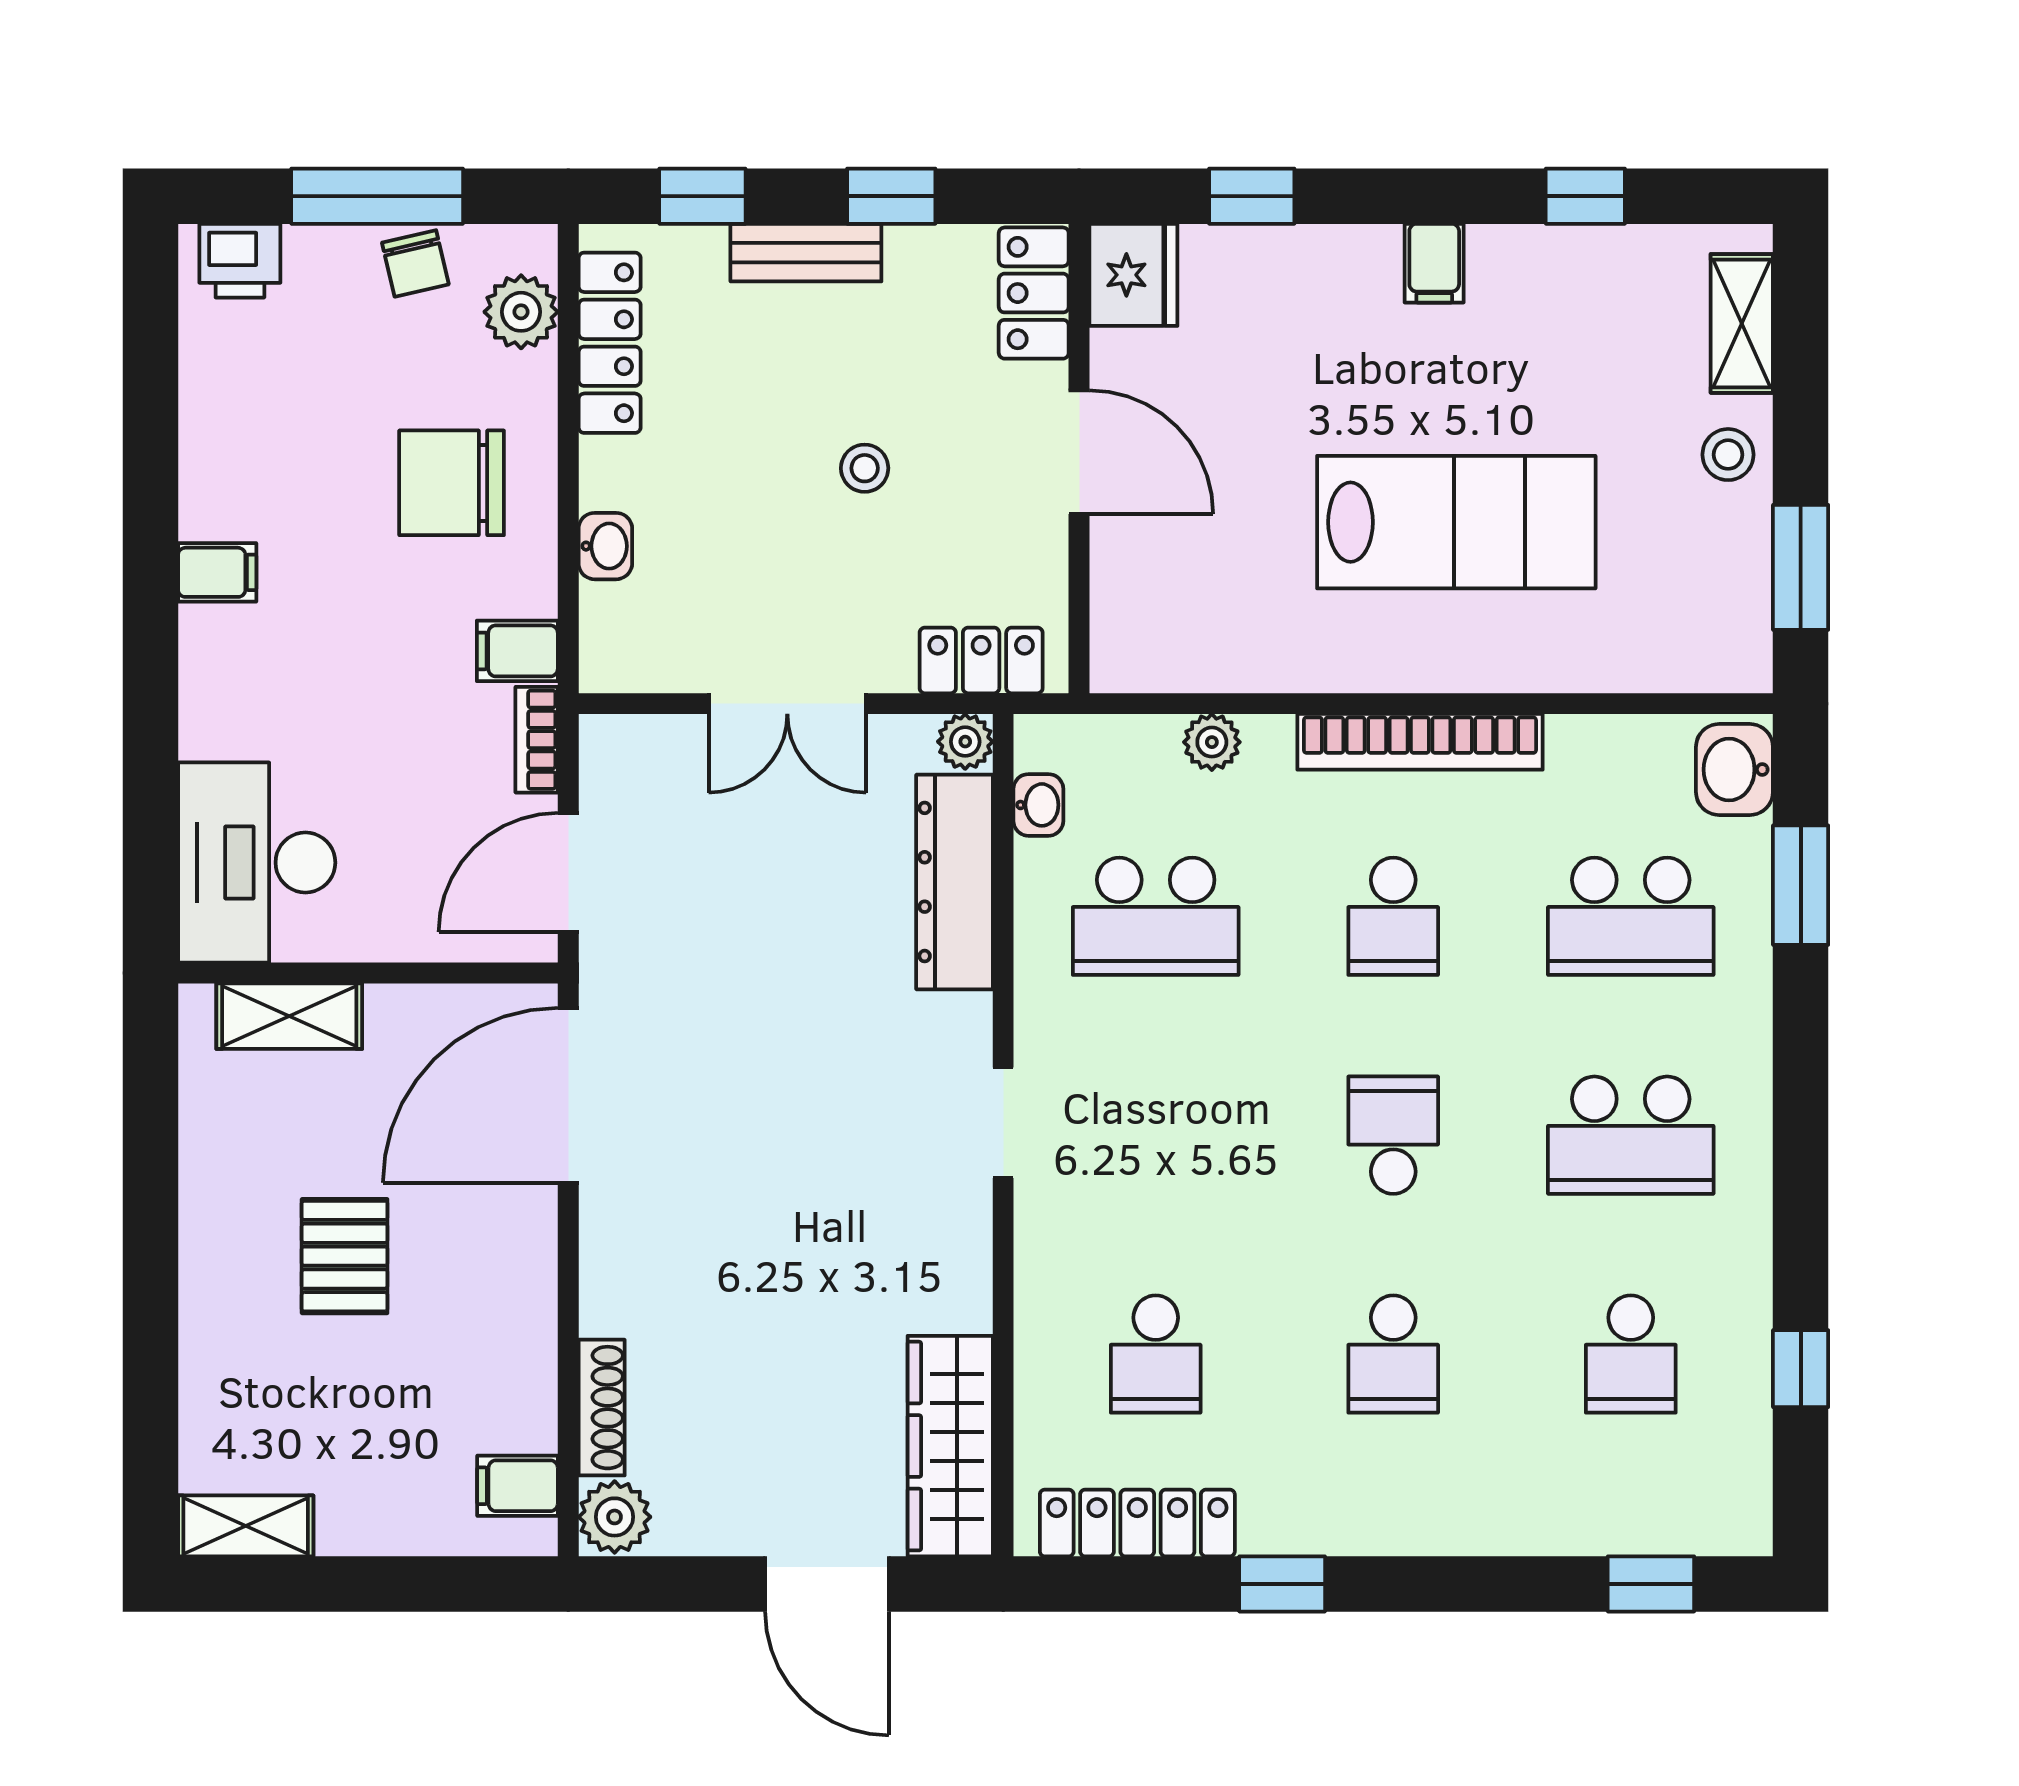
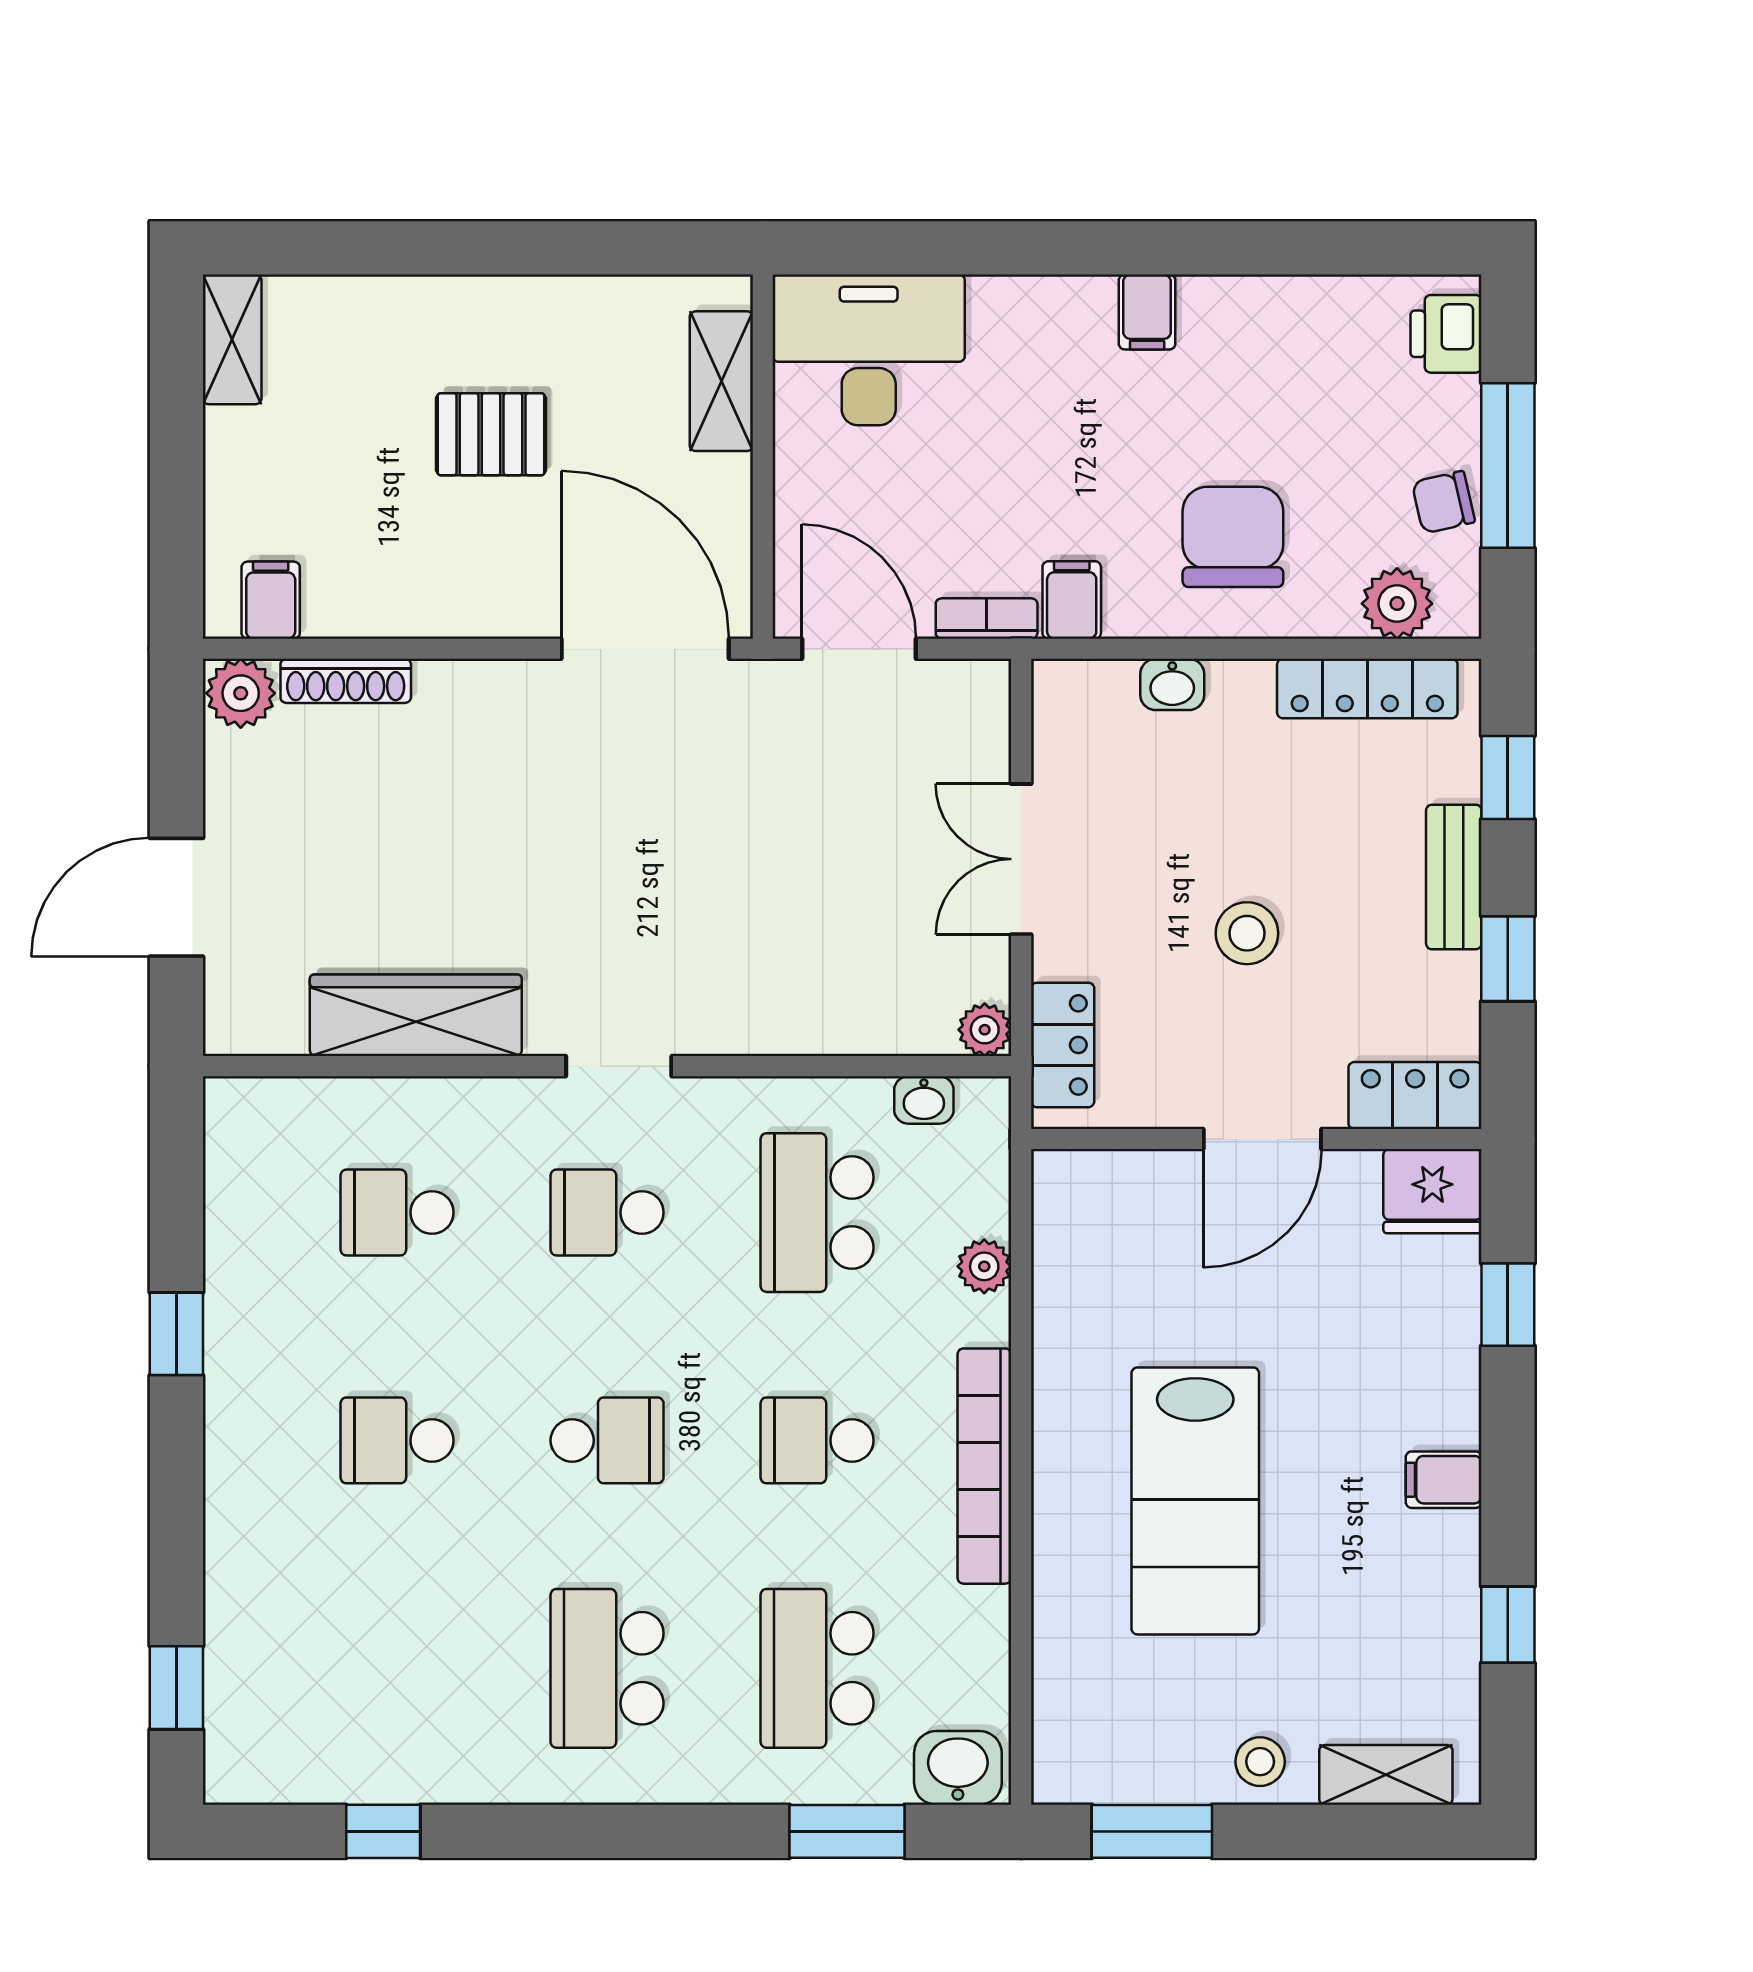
stool: (865, 468) -> (1247, 933), width x1.37, depth x1.37
dresser: (954, 882) -> (850, 1019), removed
school desk: (1631, 1354) -> (607, 1213), moved
wardrobe: (950, 1446) -> (416, 1015), moved
locker: (1137, 1523) -> (235, 1195), removed

